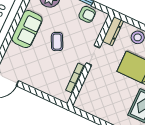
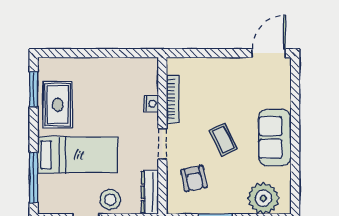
armchair: (87, 14) -> (194, 179), moved, turned -102
nightstand: (89, 81) -> (151, 104), added

